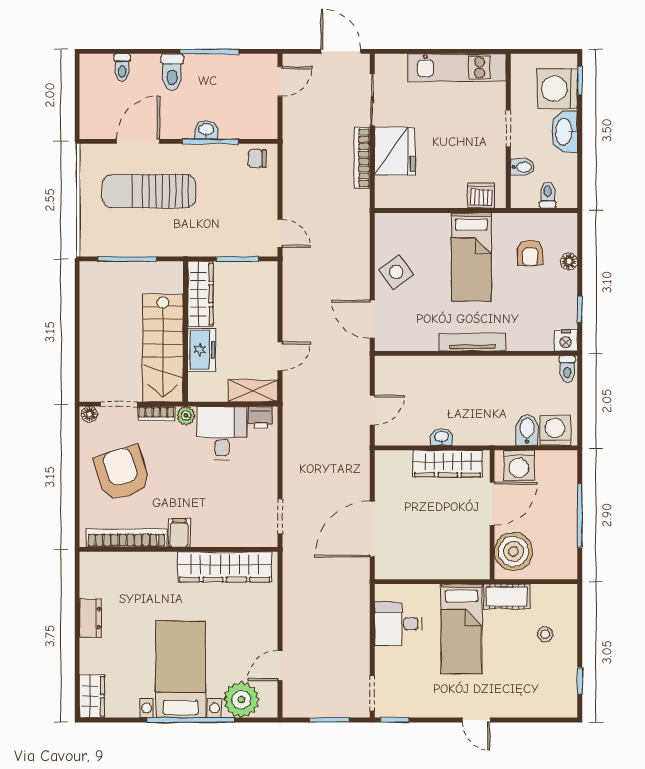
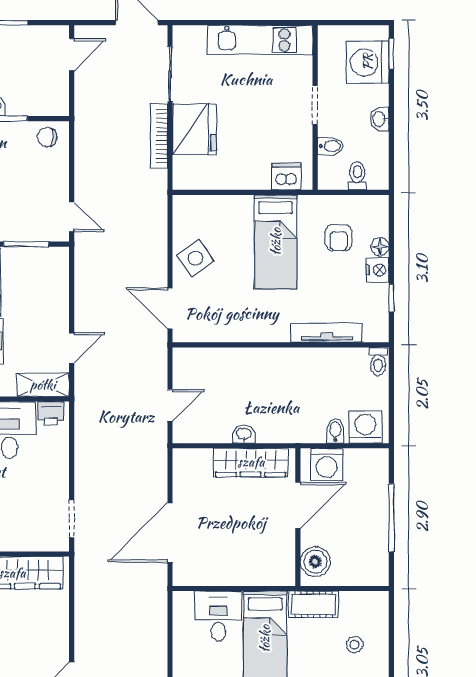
washbasin: (565, 132) -> (379, 119), width x0.52, depth x0.69
nightstand: (566, 340) -> (378, 270), moved, turned -90
tv unit: (472, 342) -> (327, 333), moved
bidet: (527, 430) -> (335, 431), width x0.72, depth x0.74
boiler: (513, 551) -> (315, 562), width x0.73, depth x0.73
desk: (398, 624) -> (218, 616), moved, turned 90

